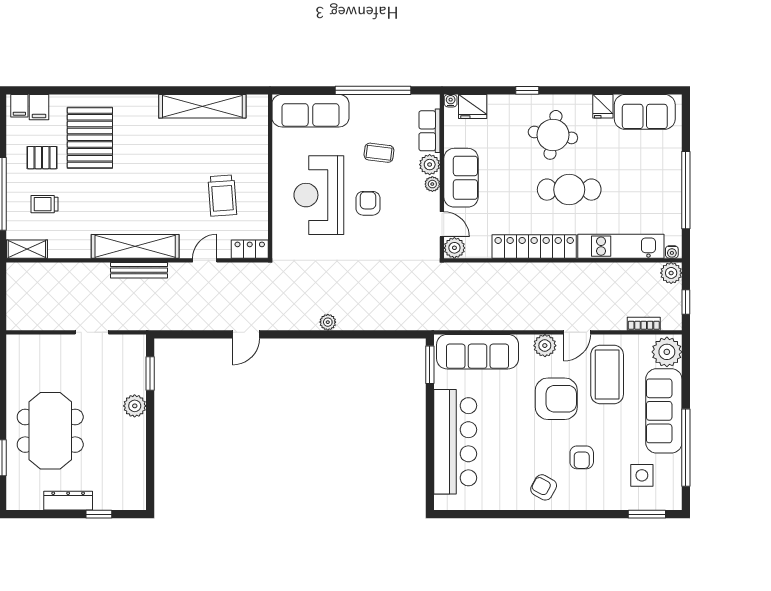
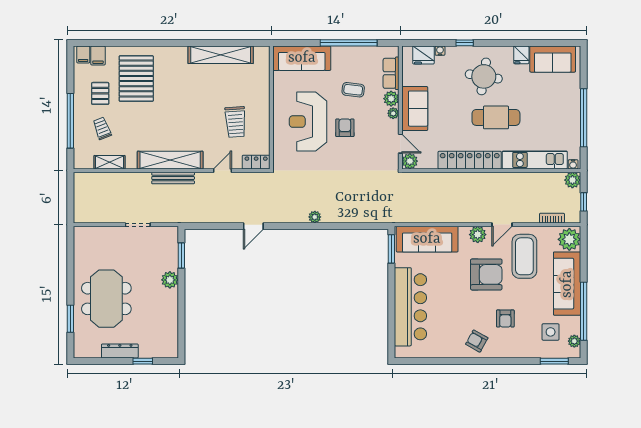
water cooler: (451, 101) -> (440, 51), moved
pallet: (42, 158) -> (100, 93), turned 90
trolley: (44, 204) -> (102, 128), turned 69
shelving: (27, 249) -> (109, 162), moved
plant: (674, 488) -> (574, 341), added

